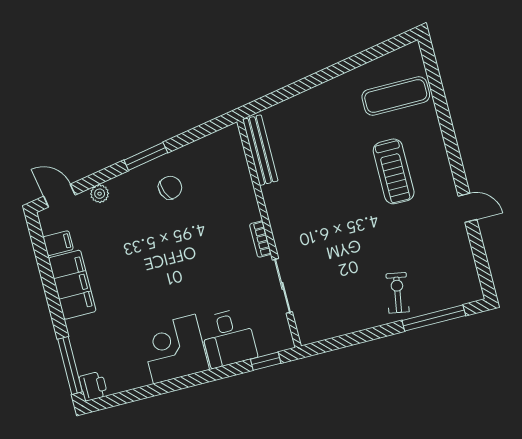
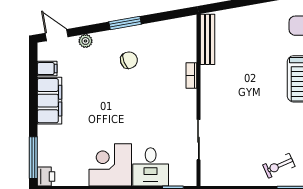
chair: (170, 188) -> (129, 60), moved
bookcase: (260, 239) -> (191, 76), moved
exercise bike: (397, 293) -> (279, 166), turned -124

